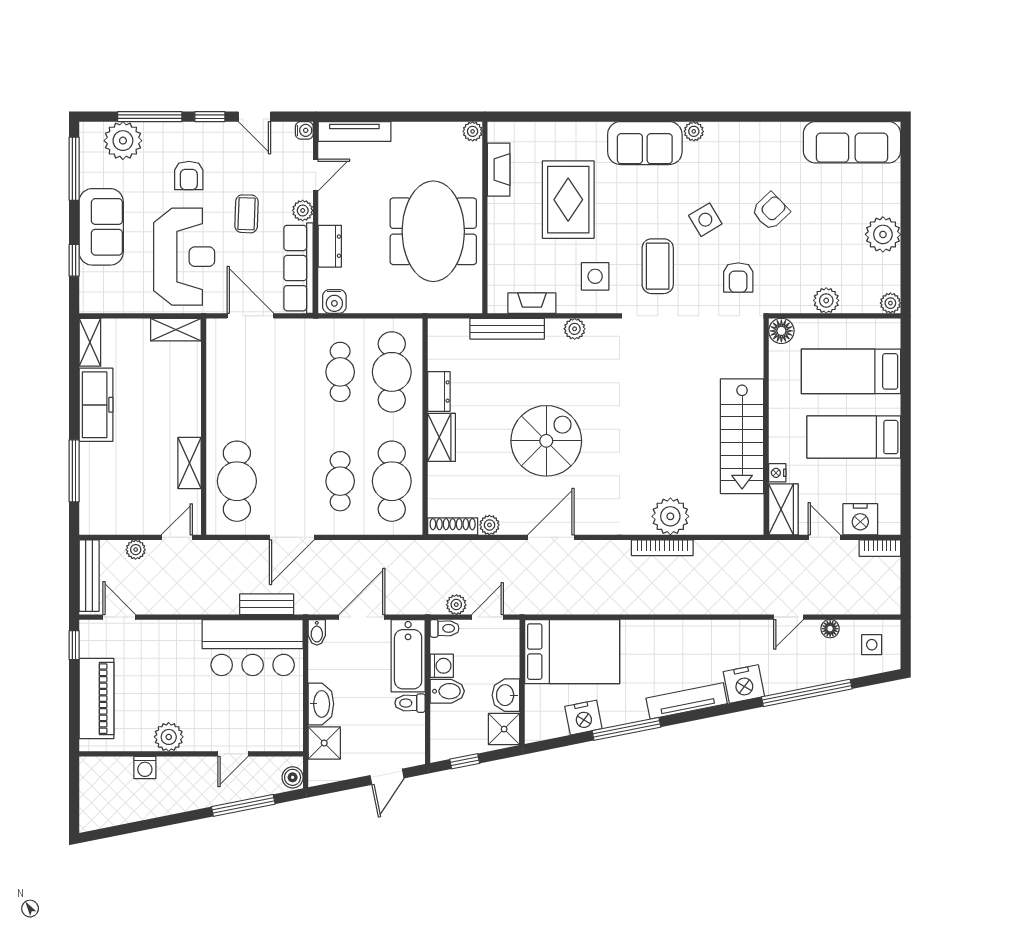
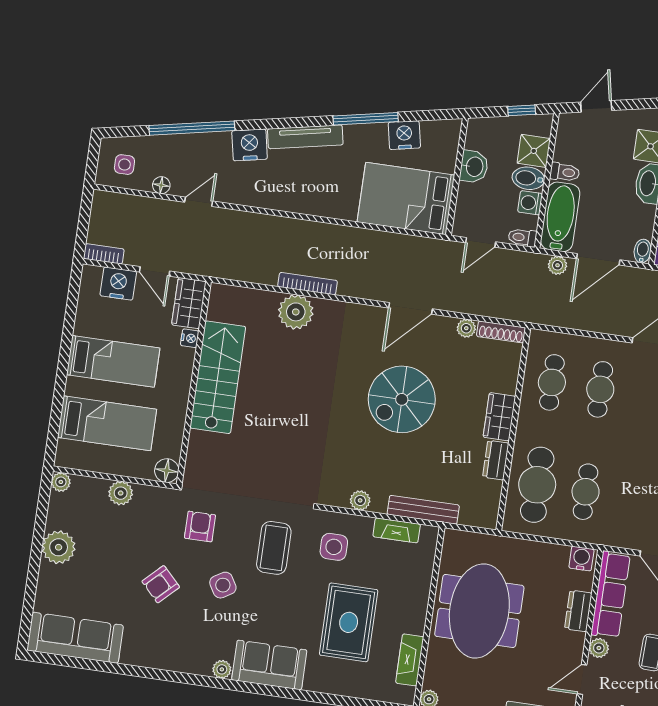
cafe table: (392, 481) -> (552, 382), width x0.73, depth x0.74
plant: (456, 605) -> (558, 265), moved
shower: (504, 729) -> (534, 151), moved

